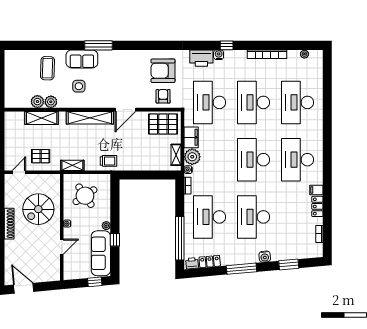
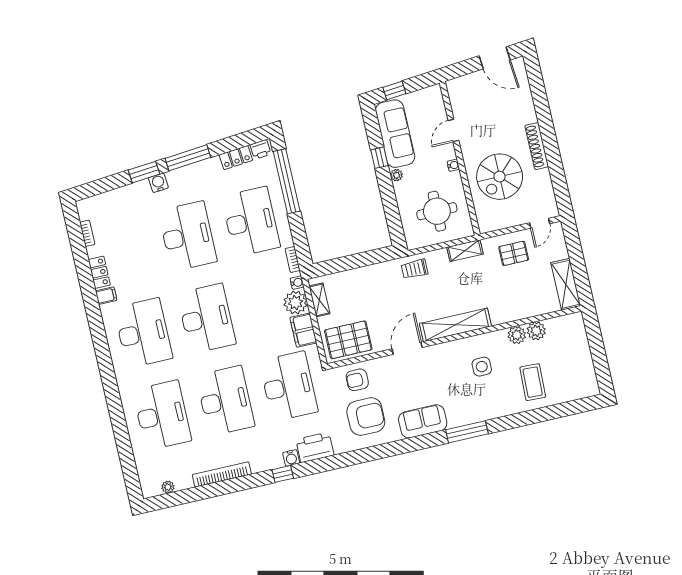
sofa: (82, 59) -> (423, 421), moved
armchair: (163, 96) -> (357, 380), turned 90
shelving: (42, 118) -> (566, 284), moved, turned 90
round table: (85, 196) -> (437, 211), turned 34
spiral stairs: (38, 209) -> (500, 177), turned 180
window: (289, 264) -> (144, 172), moved

